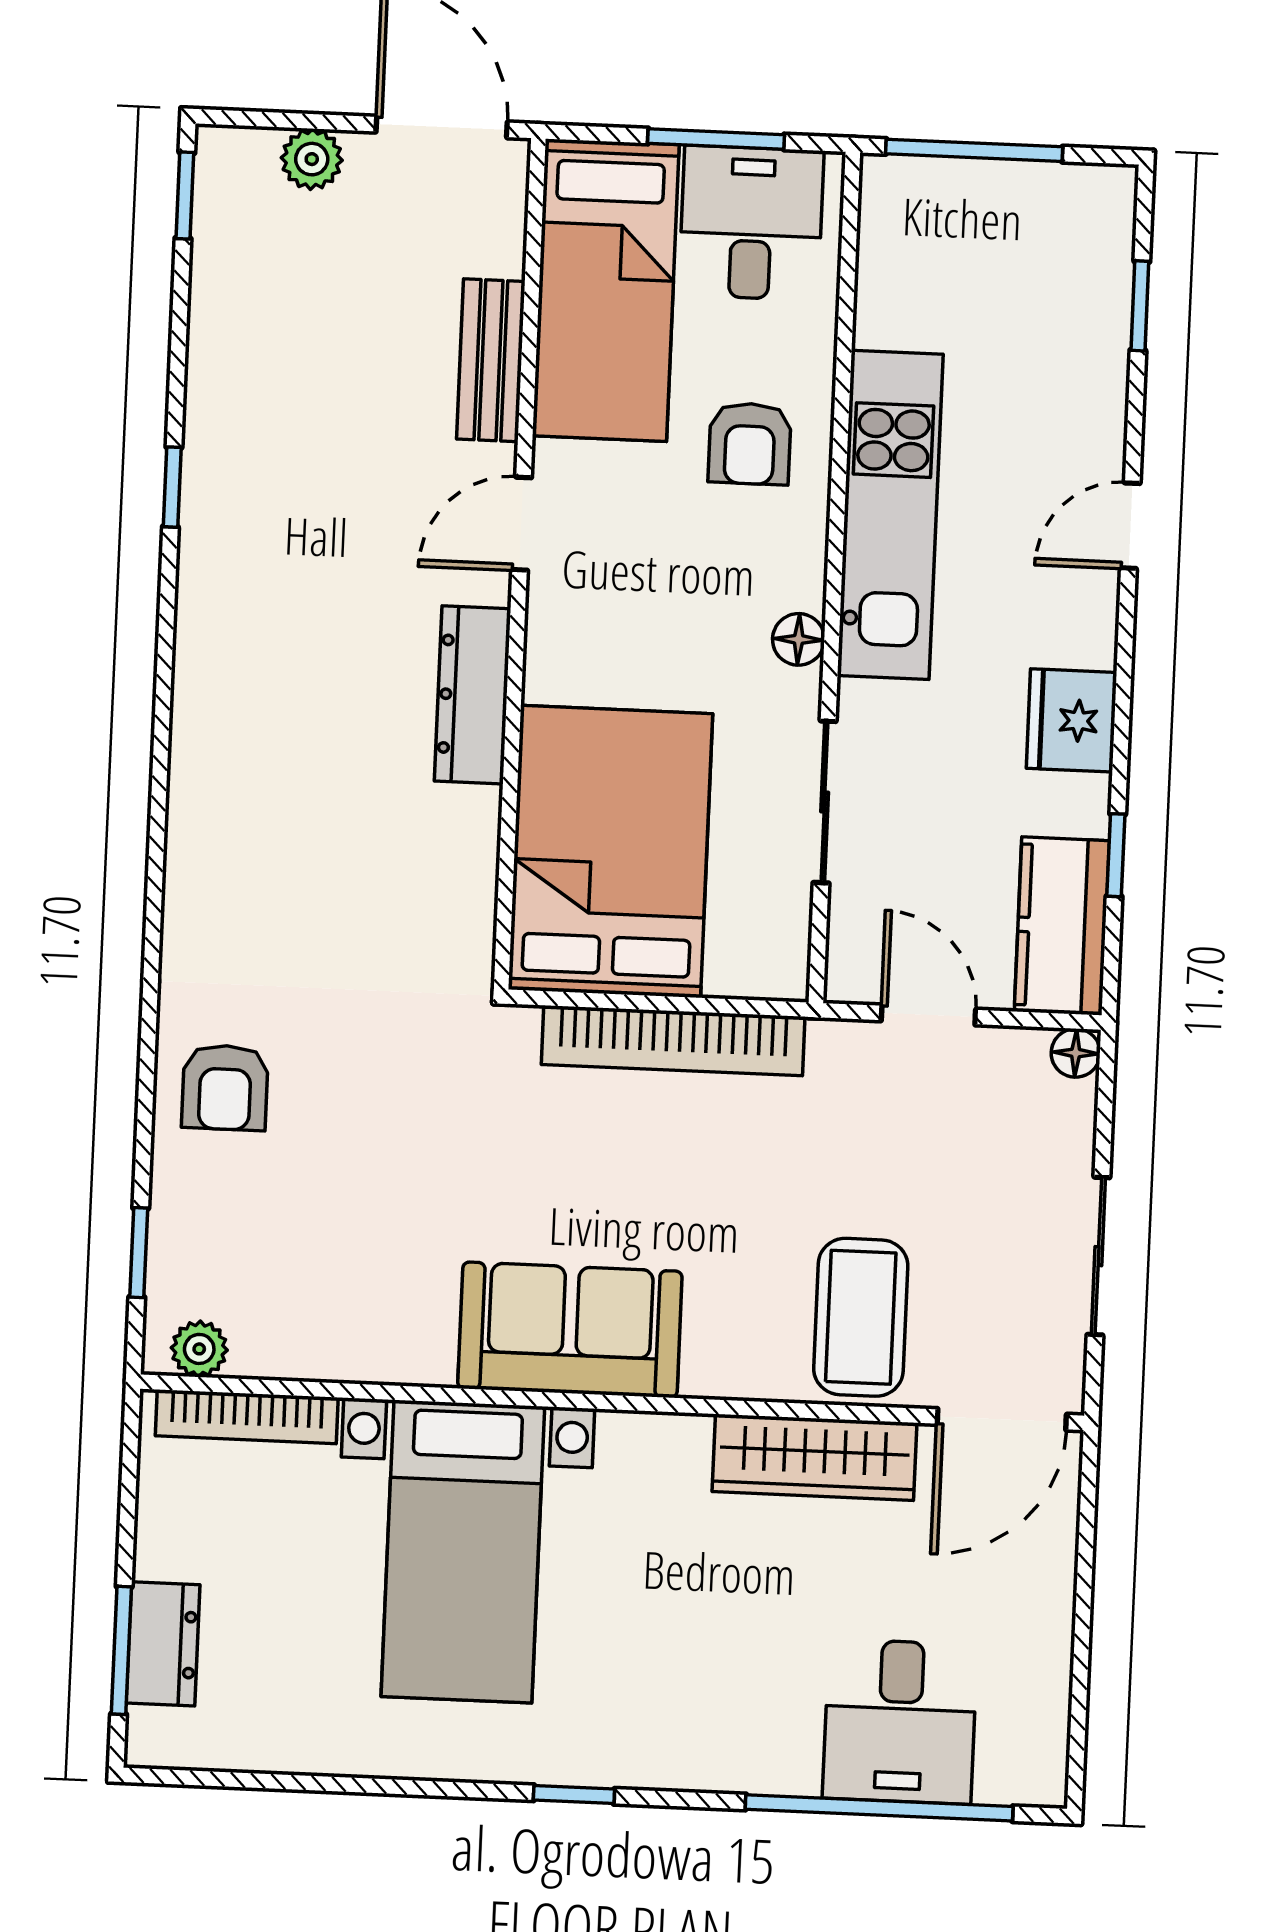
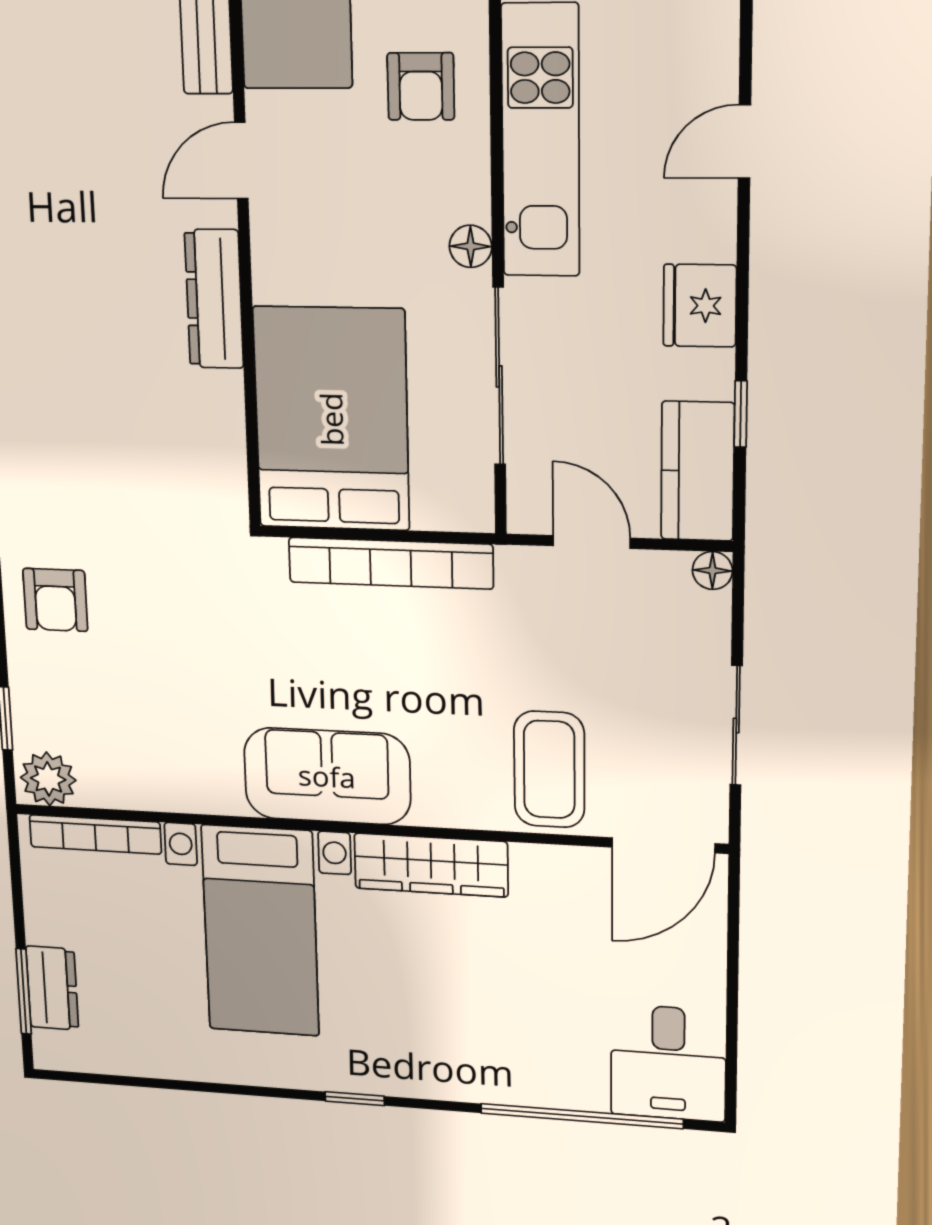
sliding door: (825, 802) -> (499, 376), width x1.37
plant: (199, 1349) -> (48, 779), width x1.38, depth x1.38
wardrobe: (815, 1457) -> (431, 865), moved
desk: (900, 1721) -> (668, 1063), moved

